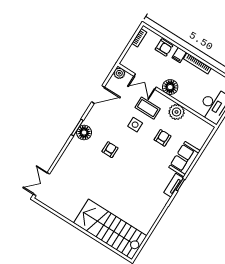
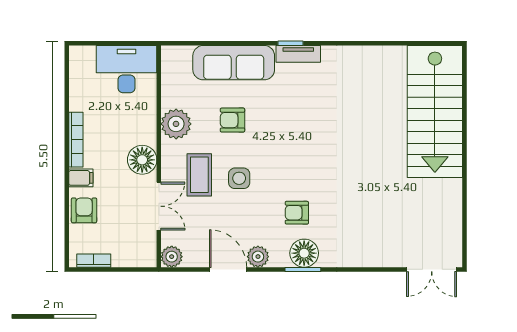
plant: (95, 111) -> (258, 257), added
armchair: (110, 150) -> (297, 213), moved
sofa: (184, 159) -> (234, 63), width x1.36

